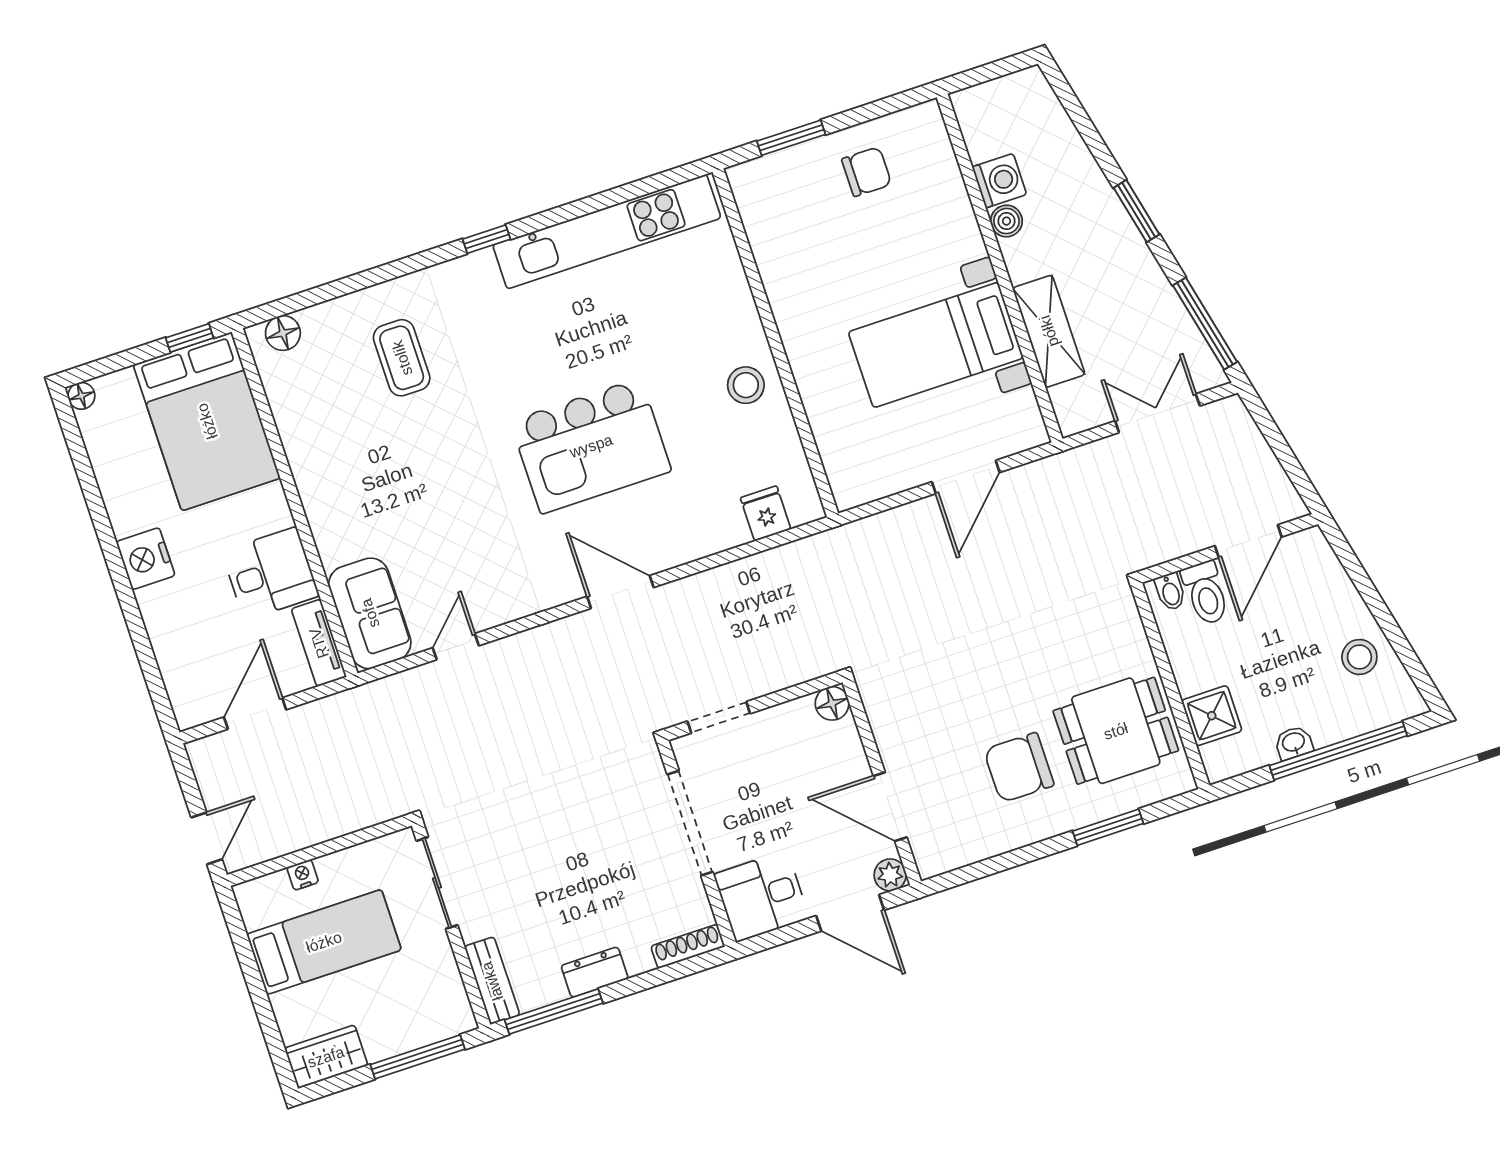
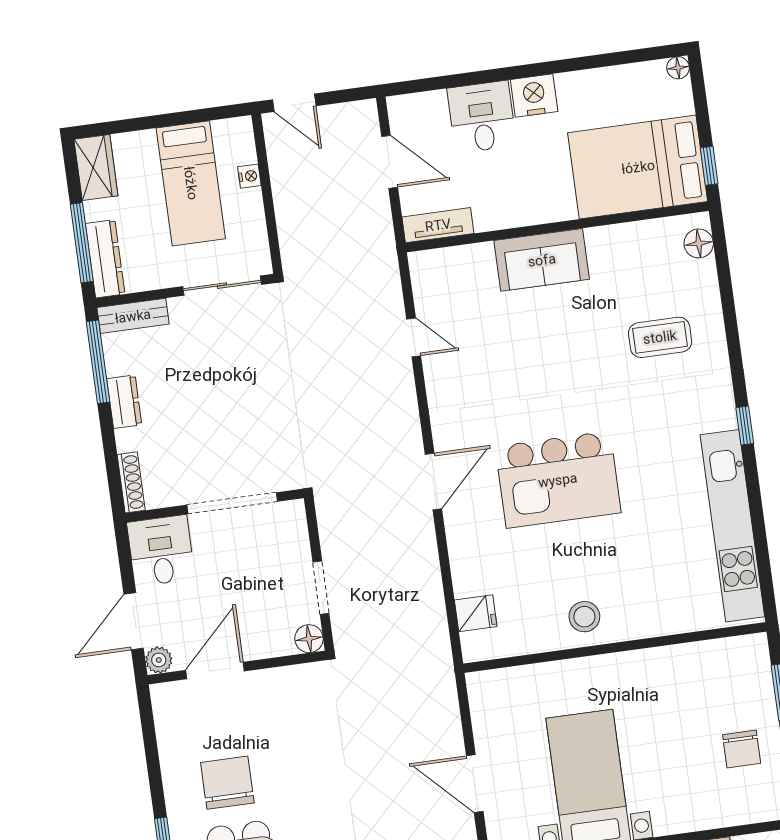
kitchen island: (591, 446) -> (558, 480), turned -90
desk: (270, 574) -> (482, 117), moved, turned 180
sofa: (370, 613) -> (542, 260), moved
doorway: (719, 717) -> (321, 588), moved
dresser: (431, 1026) -> (105, 259), added

